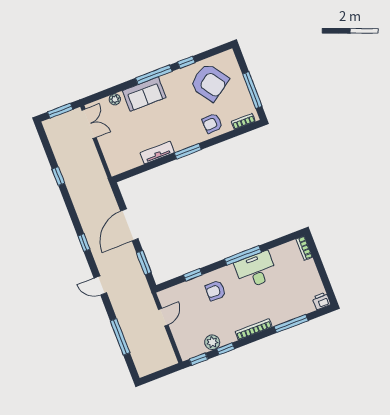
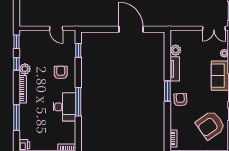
armchair: (212, 123) -> (180, 100), moved
plant: (134, 160) -> (176, 50), added
window: (144, 263) -> (100, 29), removed
window: (193, 275) -> (78, 50), moved
plant: (212, 342) -> (25, 69), moved

